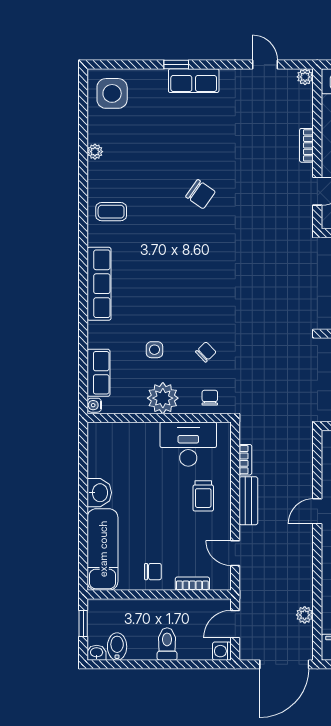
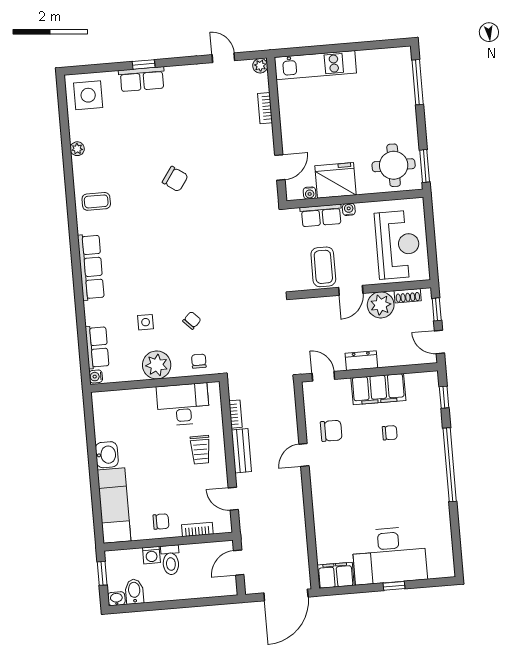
row of seats: (194, 81) -> (142, 79), moved
bookcase: (306, 145) -> (265, 108), moved
plant: (305, 615) -> (300, 549), removed
toilet: (167, 644) -> (171, 560), moved, turned 180
washing machine: (222, 651) -> (151, 555), moved, turned -90

